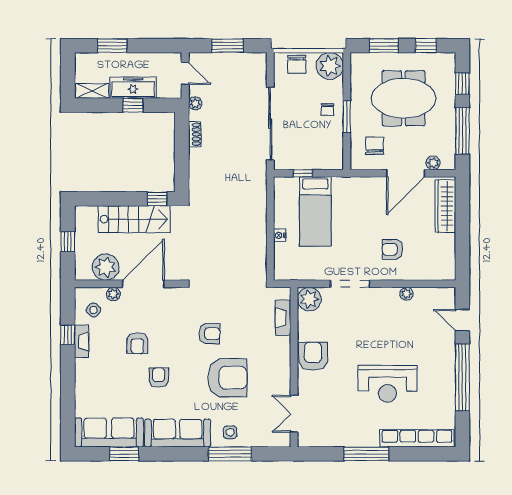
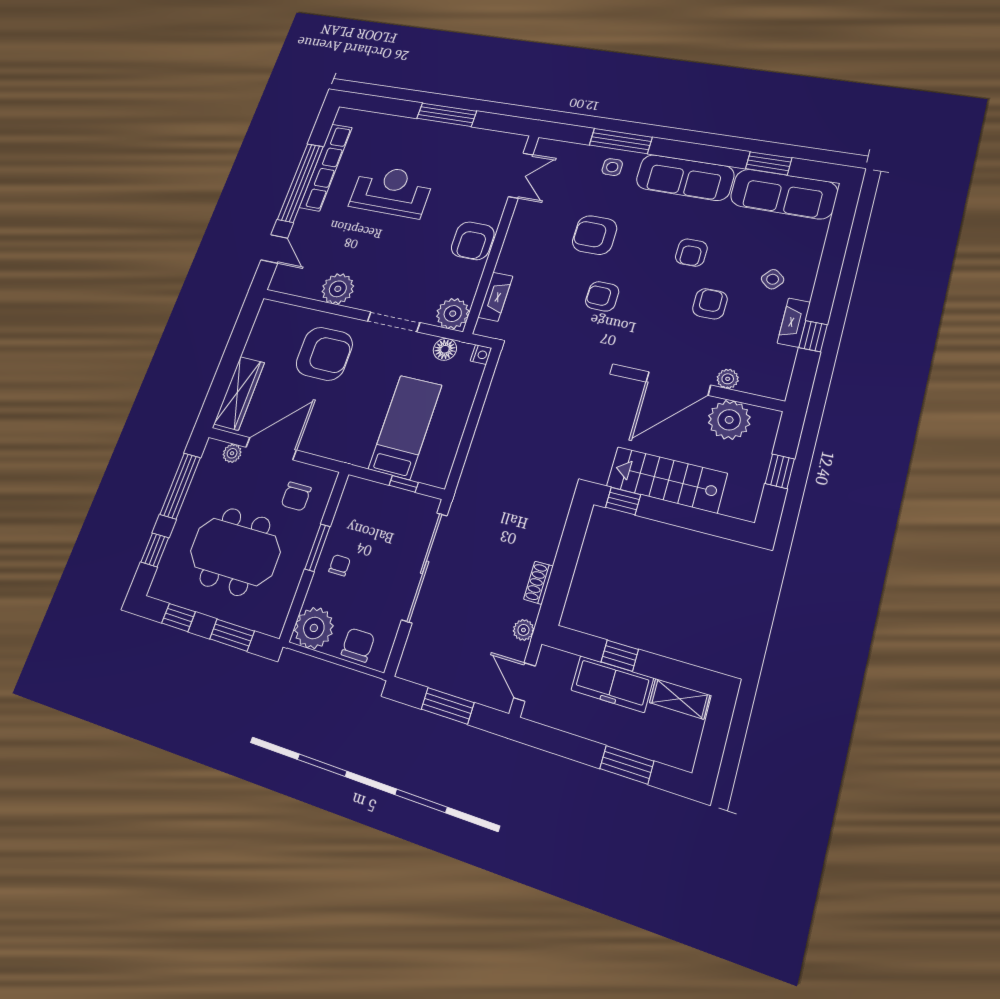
nightstand: (280, 235) -> (481, 355), moved
armchair: (393, 249) -> (324, 354), width x1.88, depth x1.88
floor lamp: (306, 272) -> (445, 349), added
plant: (406, 294) -> (338, 289), width x1.87, depth x1.87
side table: (94, 310) -> (773, 279), moved
armchair: (228, 378) -> (595, 235), width x0.73, depth x0.73
row of seats: (417, 438) -> (326, 167), moved, turned -90

